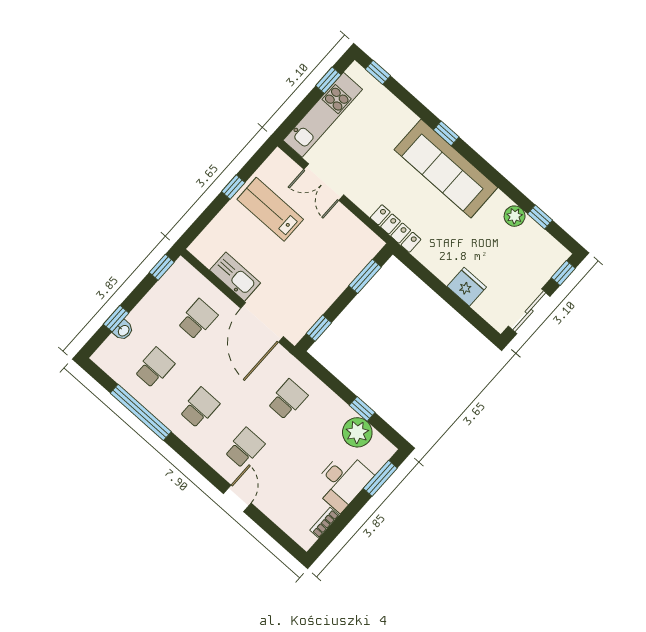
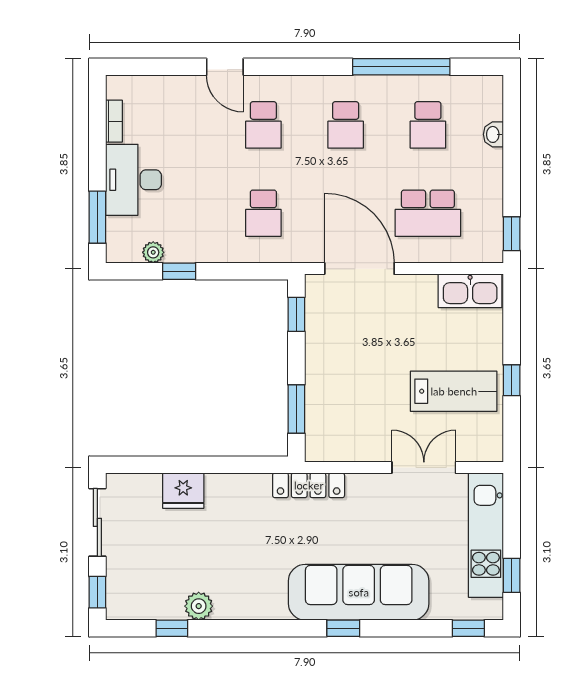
sofa: (446, 169) -> (359, 592), moved
kitchen sink: (235, 277) -> (470, 291), moved
window: (116, 319) -> (512, 140), removed
school desk: (198, 319) -> (428, 213), width x1.85
plant: (357, 432) -> (153, 252), width x0.53, depth x0.53

